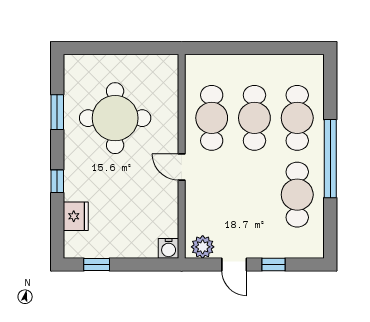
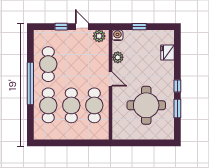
window: (57, 181) -> (177, 86), moved
plant: (168, 207) -> (118, 57), added
window: (97, 264) -> (139, 27), moved

